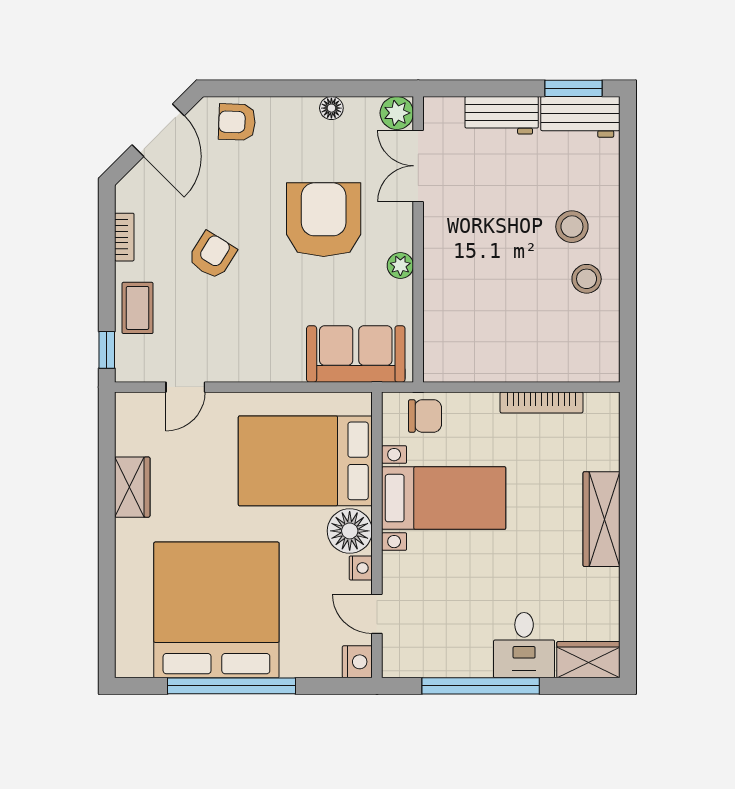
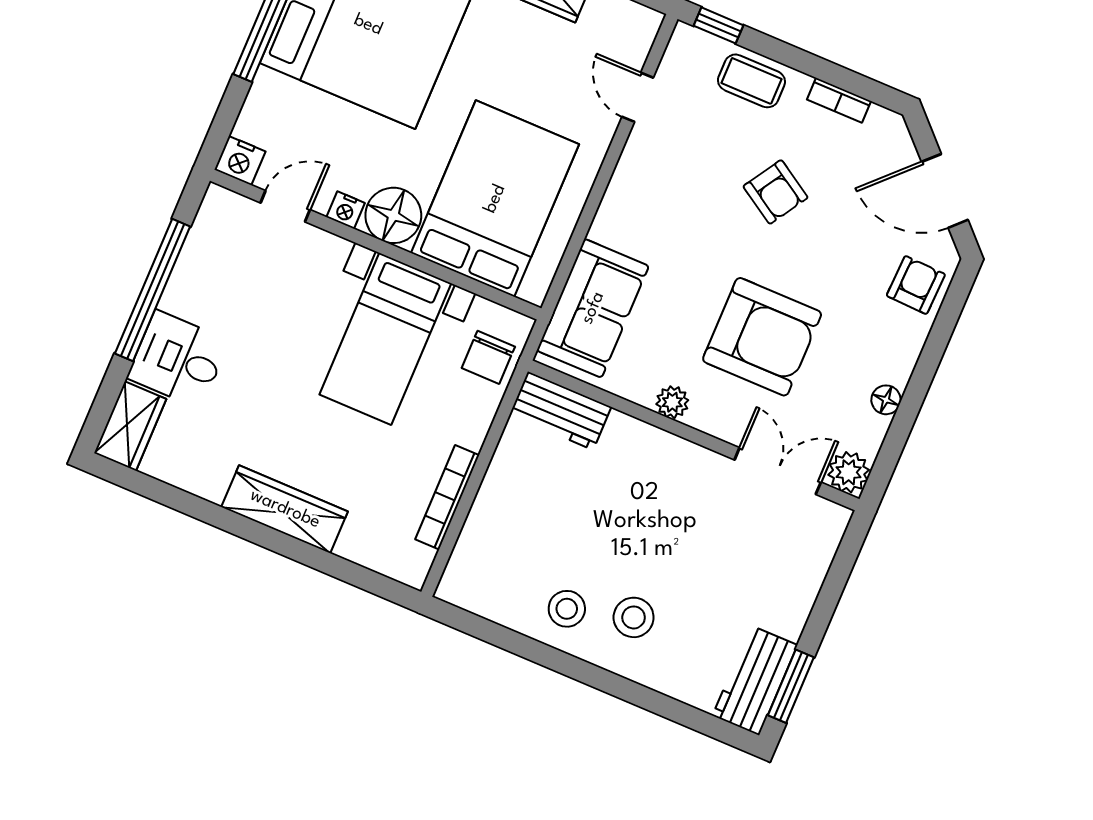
workbench: (502, 115) -> (560, 411), moved, turned -90

